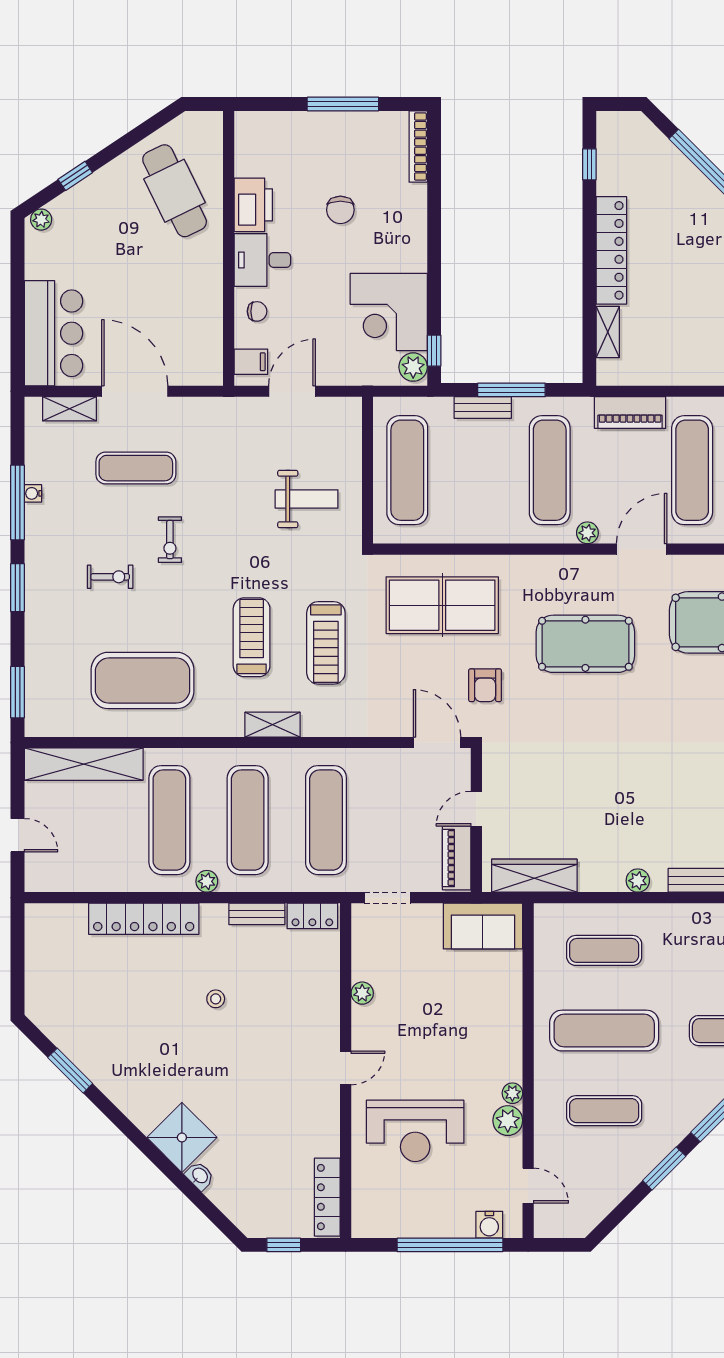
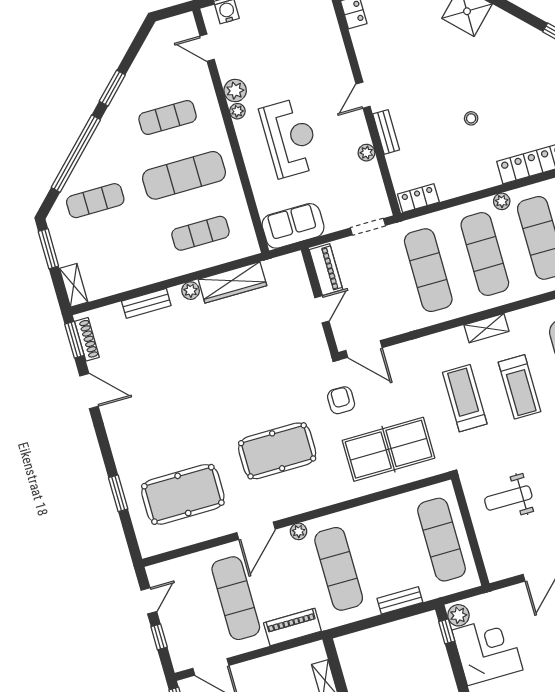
window: (511, 390) -> (383, 619), removed
wardrobe: (534, 876) -> (232, 282), moved
bench: (257, 914) -> (386, 132), moved, turned 90
reception desk: (415, 1131) -> (290, 138), moved, turned 90

